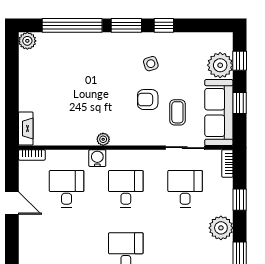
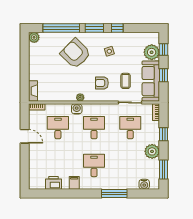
armchair: (95, 67) -> (75, 54), added
armchair: (148, 100) -> (102, 83), moved

